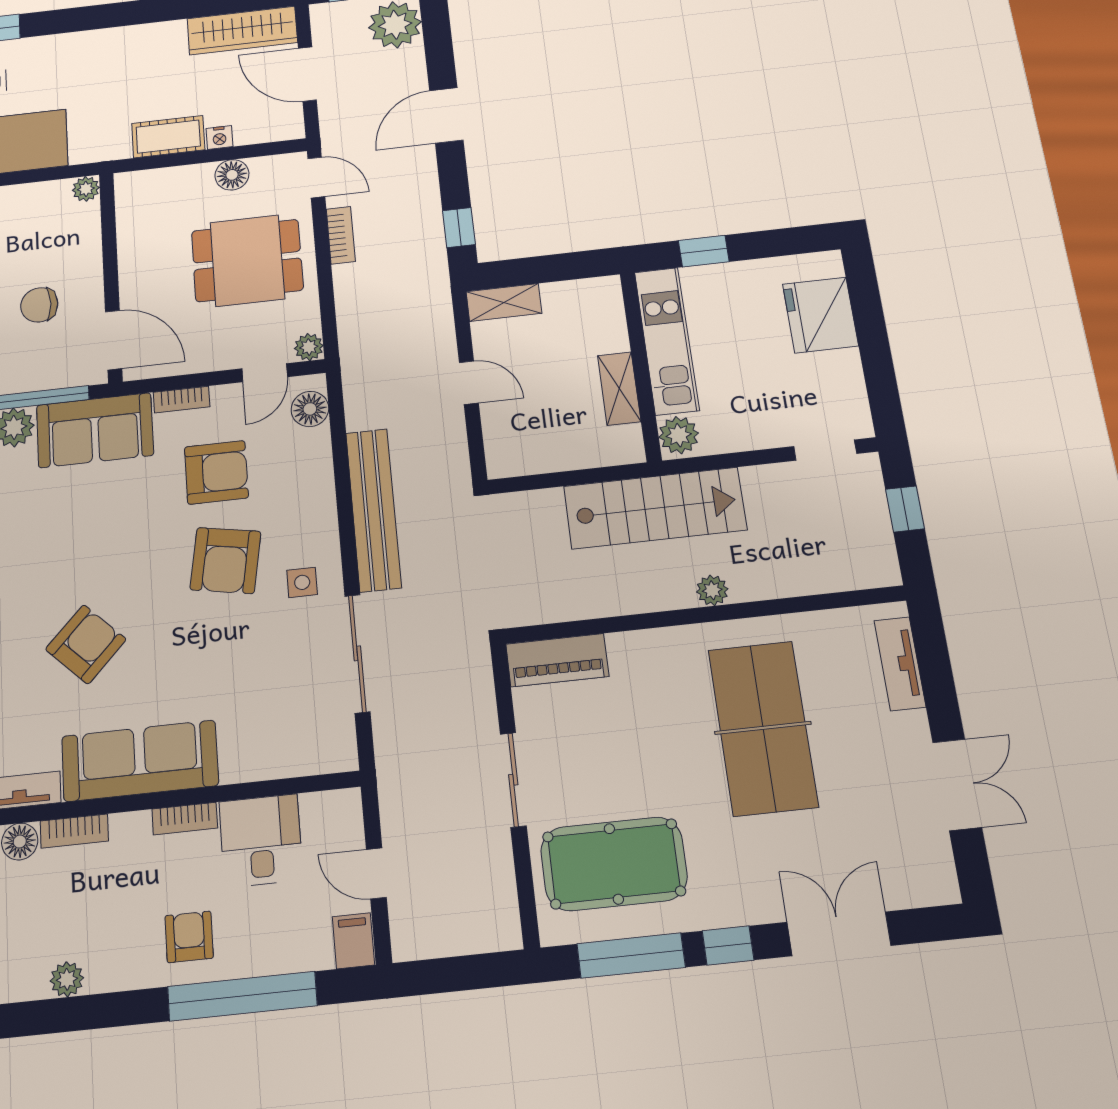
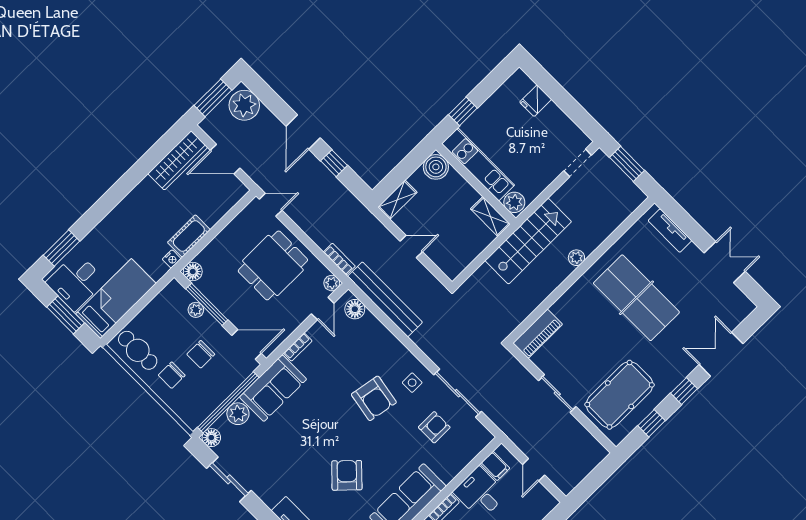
nightstand: (219, 137) -> (172, 259), moved
floor lamp: (232, 175) -> (193, 271), moved
plant: (86, 189) -> (196, 310), moved
window: (459, 228) -> (334, 163), moved
bookcase: (341, 235) -> (339, 259), moved
window: (109, 244) -> (207, 304), added
boiler: (600, 298) -> (436, 167), added
fridge: (820, 315) -> (536, 101), width x0.53, depth x0.75
shelving: (619, 388) -> (490, 217), moved
armchair: (216, 472) -> (434, 427), moved, width x0.72, depth x0.72
window: (905, 509) -> (627, 164), width x1.50
bench: (373, 510) -> (385, 299), moved
door: (376, 873) -> (534, 470), hinge flipped
filing cabinet: (353, 941) -> (495, 466), moved, turned 180
window: (631, 956) -> (651, 423), width x0.46

